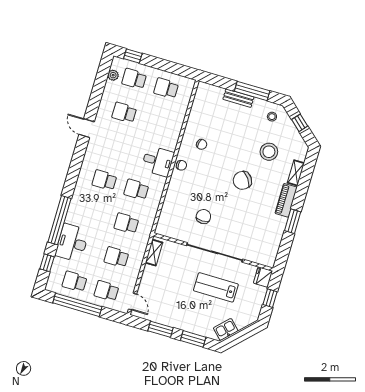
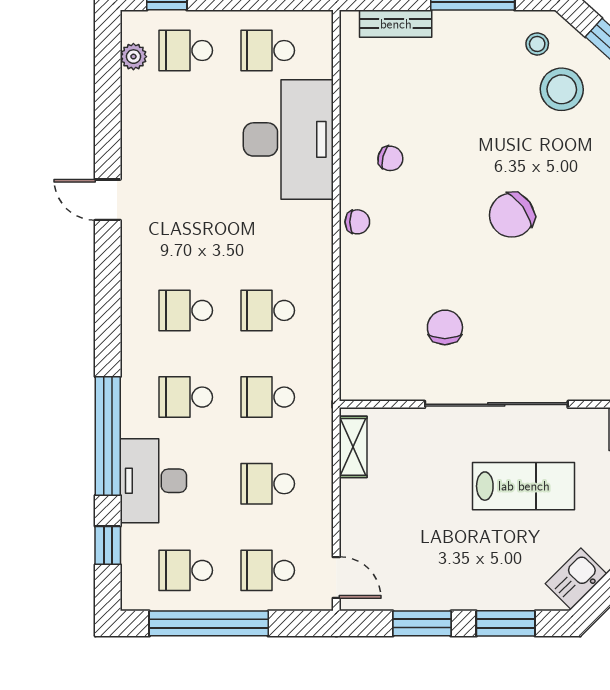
bench: (238, 98) -> (396, 24), moved
school desk: (124, 113) -> (186, 397), moved
stool: (269, 152) -> (562, 89), moved
desk: (158, 161) -> (288, 139), moved, width x1.87, depth x1.30
lab bench: (216, 287) -> (524, 486), turned 180

